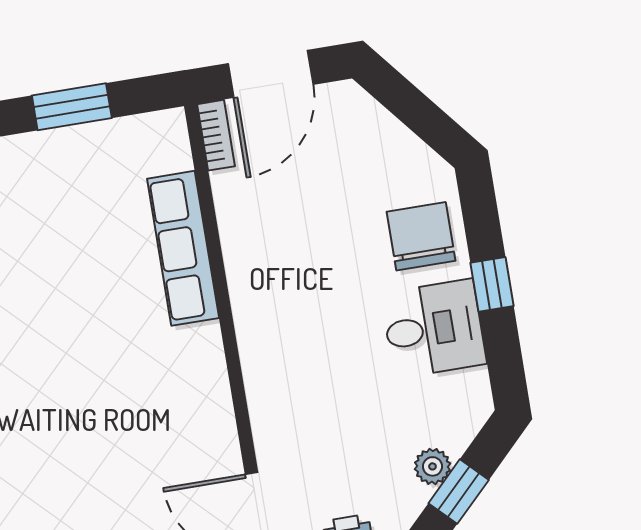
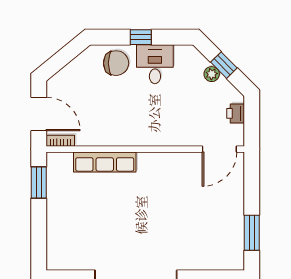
window: (72, 107) -> (39, 182), moved
chair: (421, 236) -> (116, 63), turned 180

